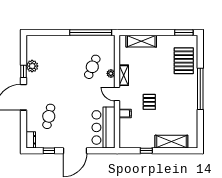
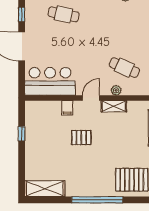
shelving: (171, 142) -> (45, 189), moved, turned 90

